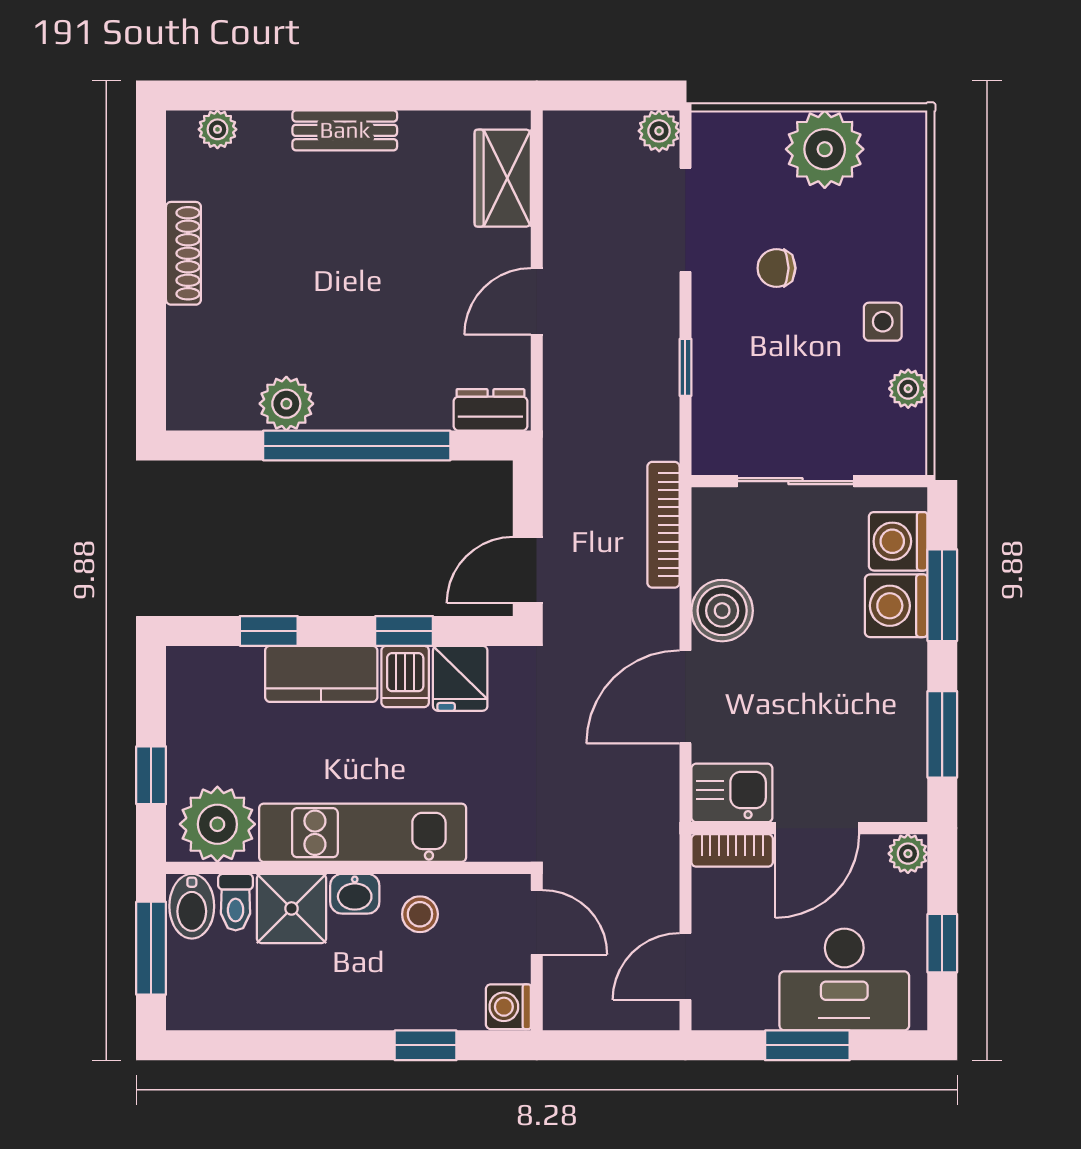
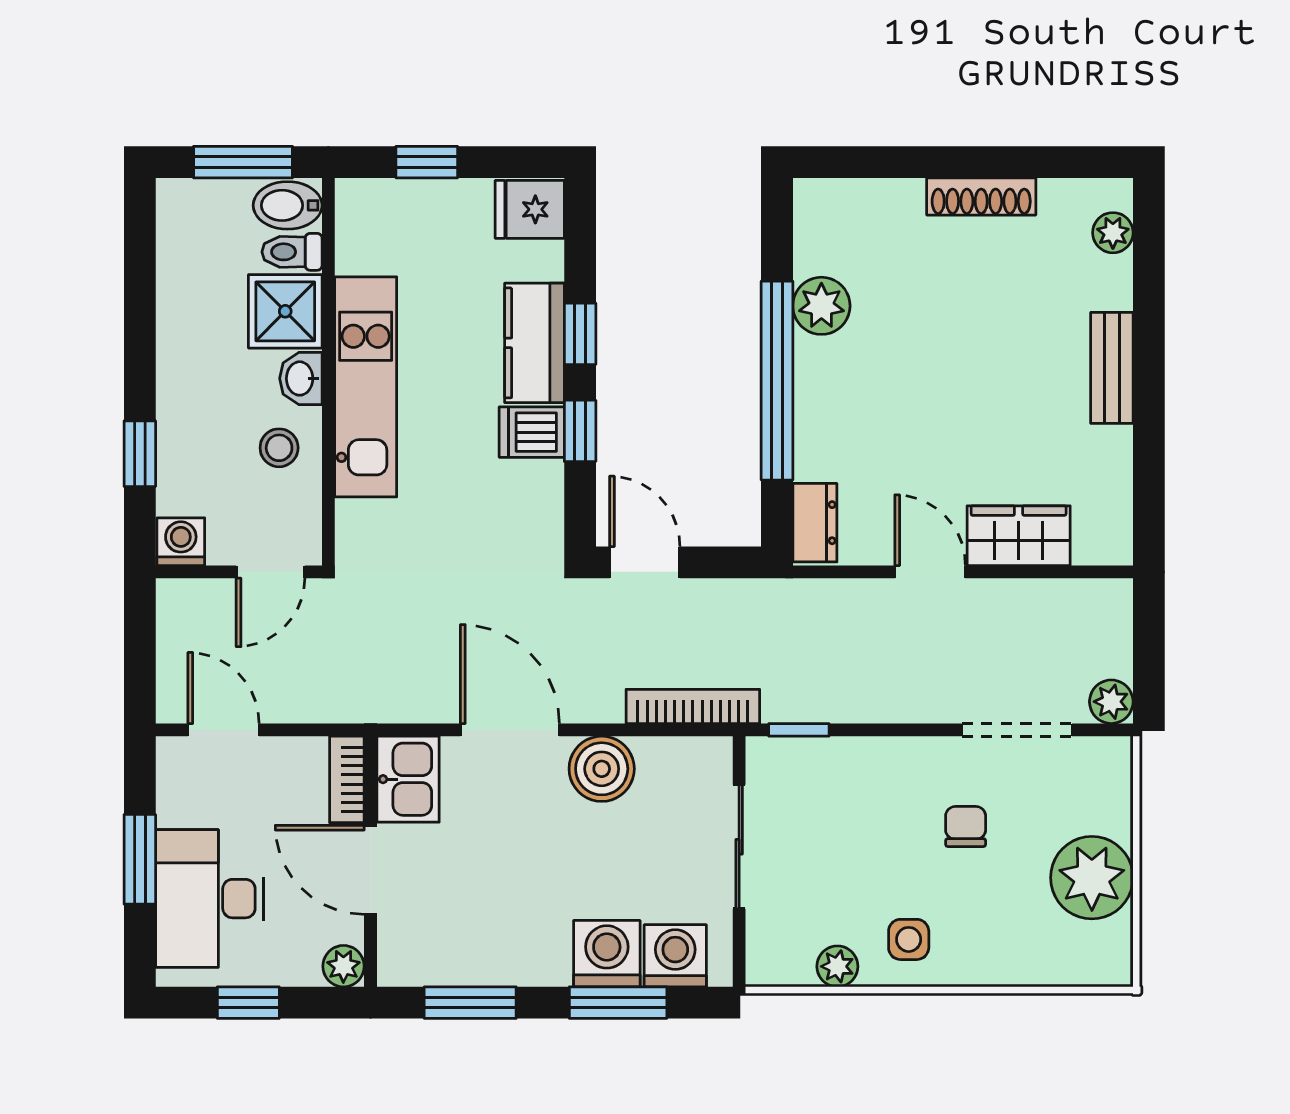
wardrobe: (503, 178) -> (1019, 536), moved
window: (685, 367) -> (799, 730), moved
window: (269, 631) -> (580, 334), moved
fridge: (460, 678) -> (530, 209), moved
plant: (217, 824) -> (375, 233), removed

